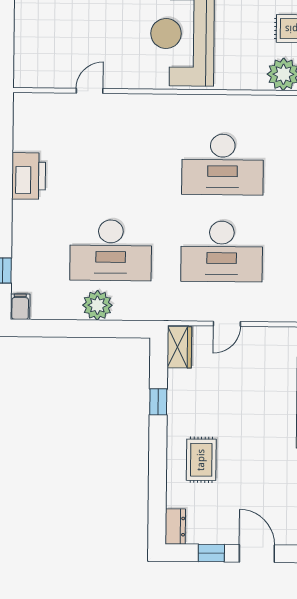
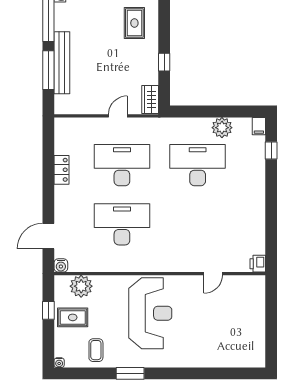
printer: (29, 176) -> (258, 264), moved, width x0.53, depth x0.68
plant: (97, 305) -> (222, 128), moved

